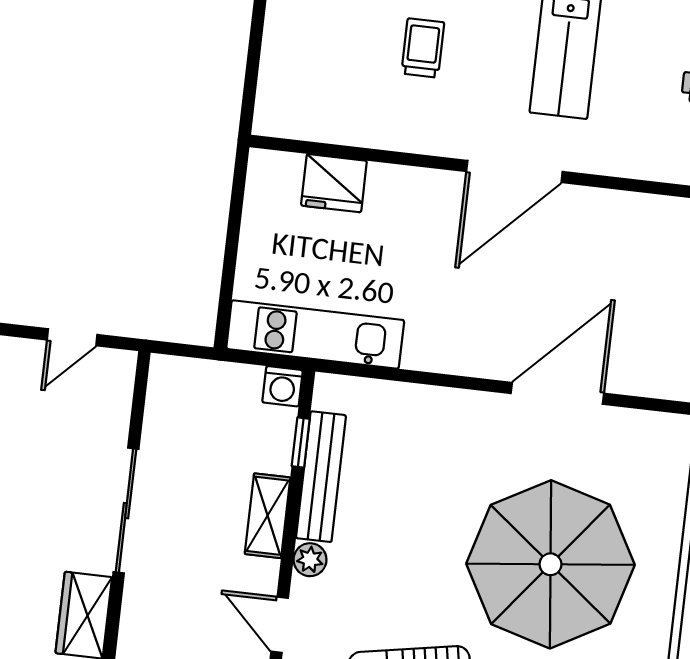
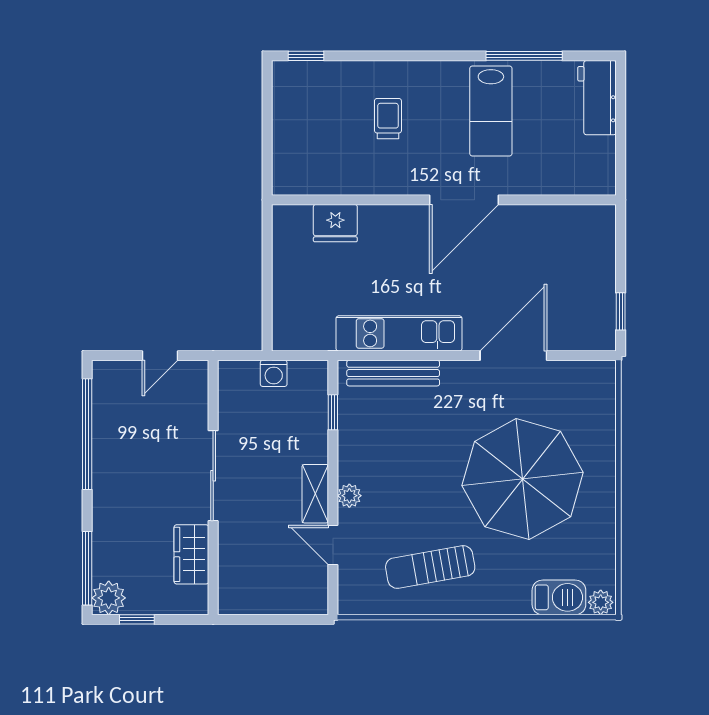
kitchen unit: (315, 334) -> (399, 333), moved
washing machine: (283, 386) -> (274, 373), moved
bench: (321, 477) -> (393, 373), moved, turned 90
shelving: (268, 516) -> (315, 494), moved

